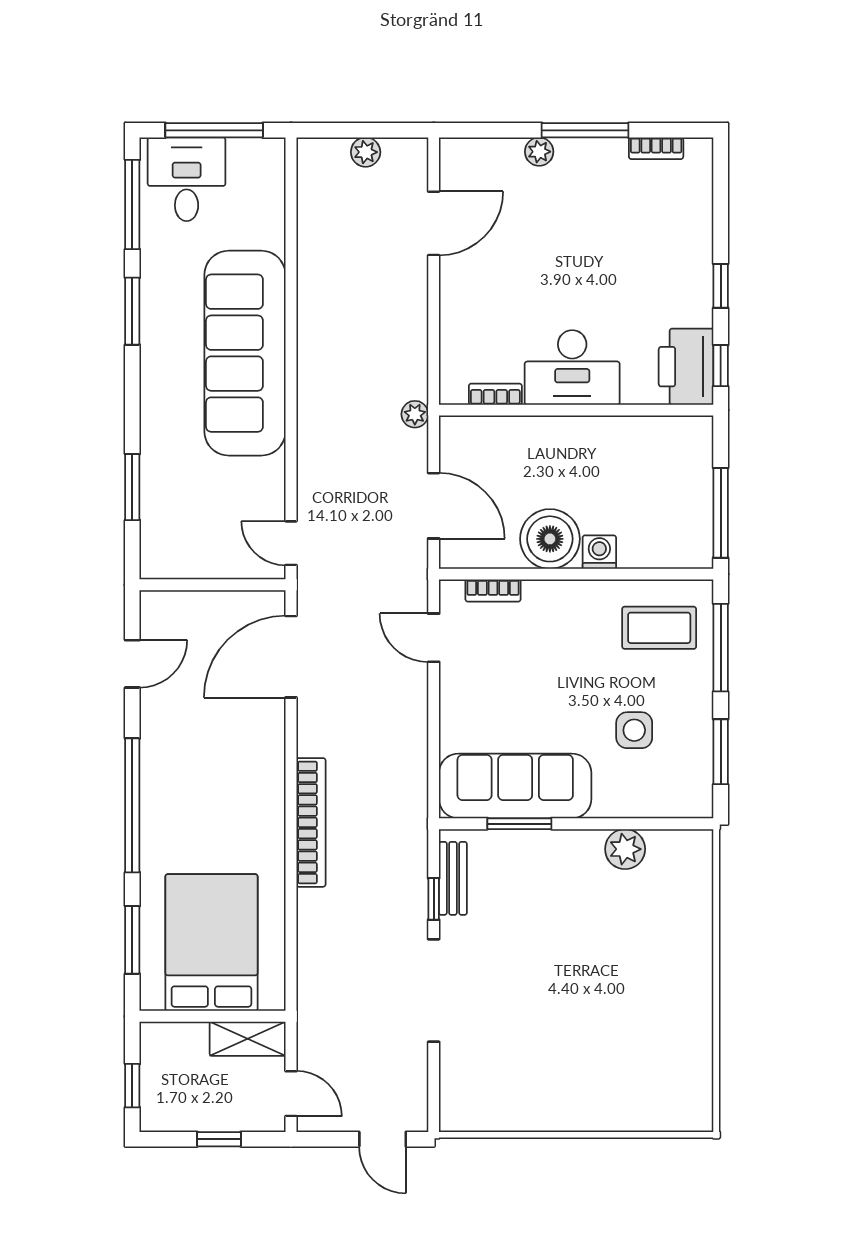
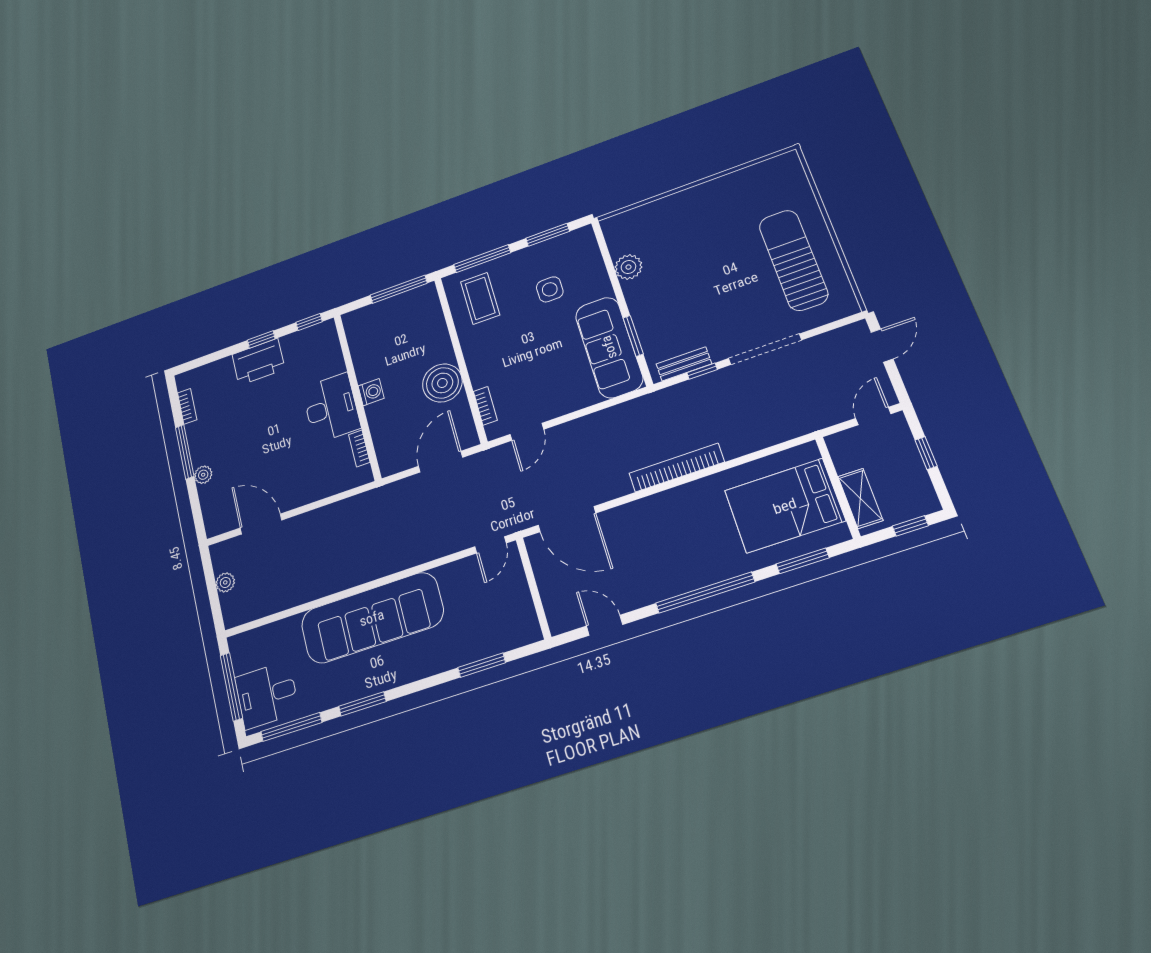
printer: (686, 367) -> (258, 362), moved
plant: (415, 414) -> (385, 494), removed
washing machine: (599, 552) -> (371, 392), moved, turned 180
shelving: (248, 1039) -> (860, 498), moved
sun lounger: (548, 1071) -> (793, 260), added

